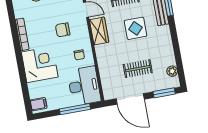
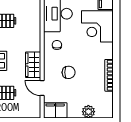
corner desk: (40, 65) -> (97, 26), moved

